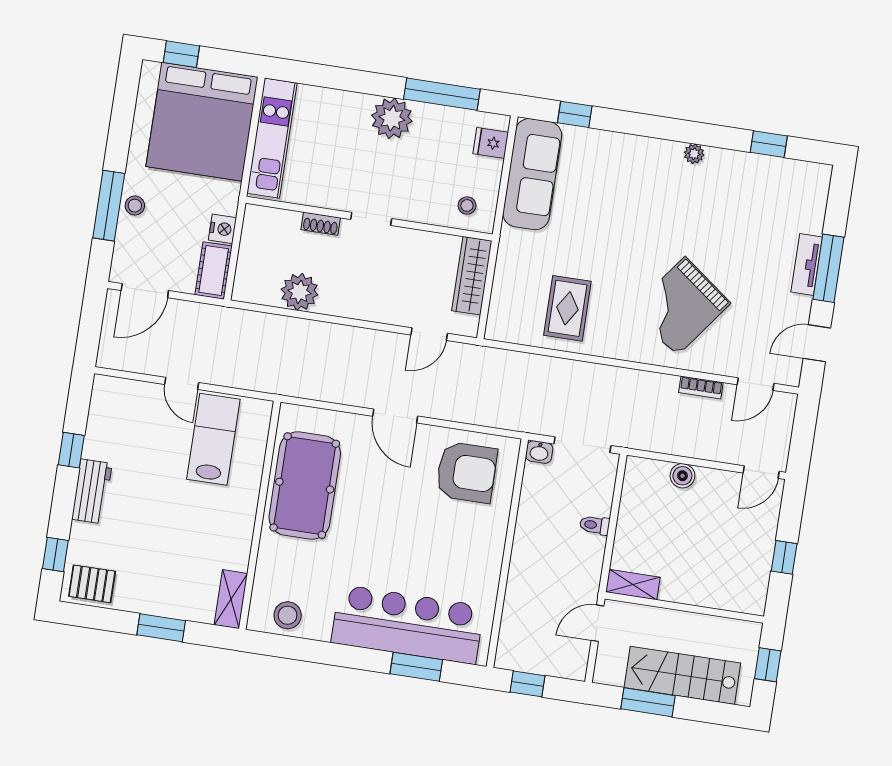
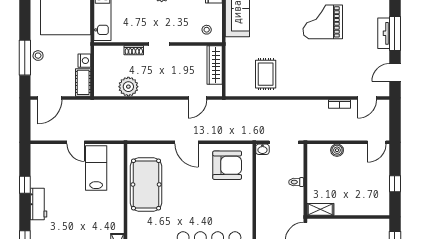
grand piano: (681, 306) -> (323, 22), moved, turned 53

